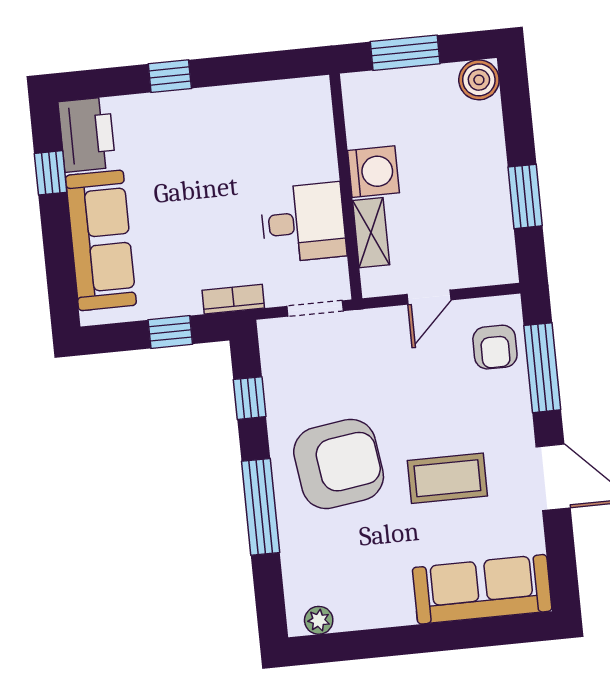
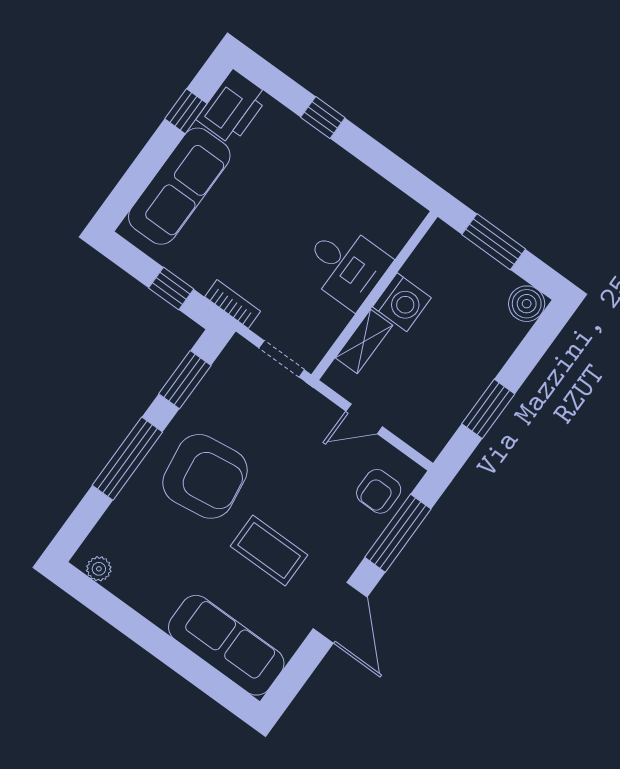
desk: (303, 223) -> (346, 265), moved
window: (250, 398) -> (185, 380), width x1.50

